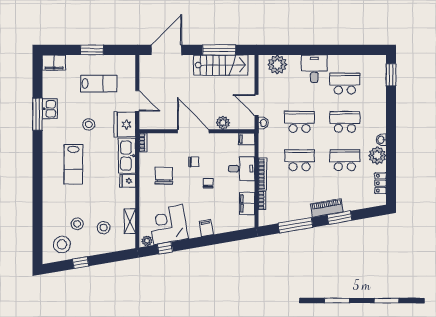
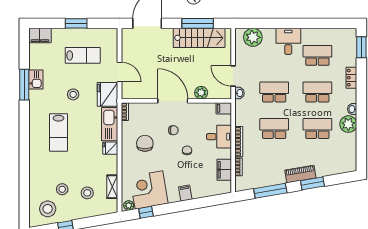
locker: (380, 183) -> (351, 78), moved

